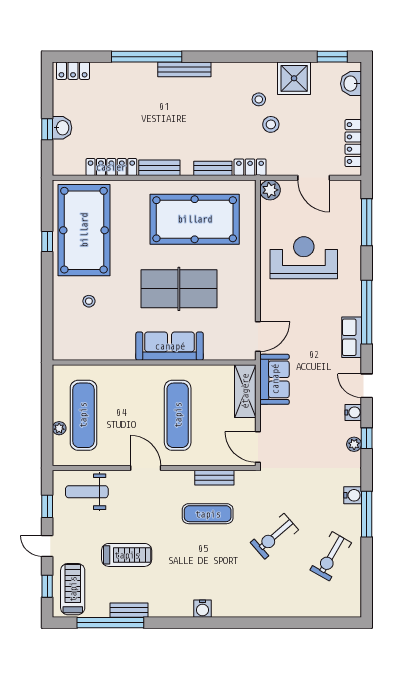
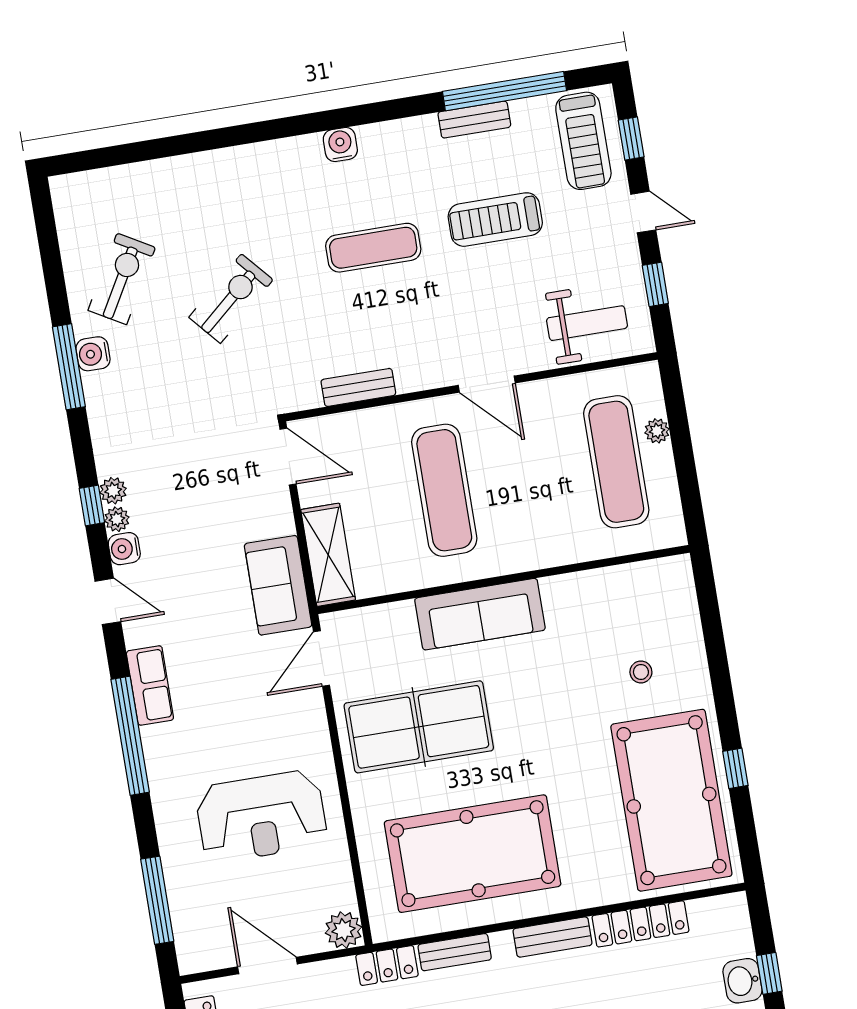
table tennis table: (179, 289) -> (419, 727), moved
plant: (355, 429) -> (117, 519), added
water cooler: (353, 495) -> (93, 354), moved
exercise mat: (208, 514) -> (373, 248), moved

